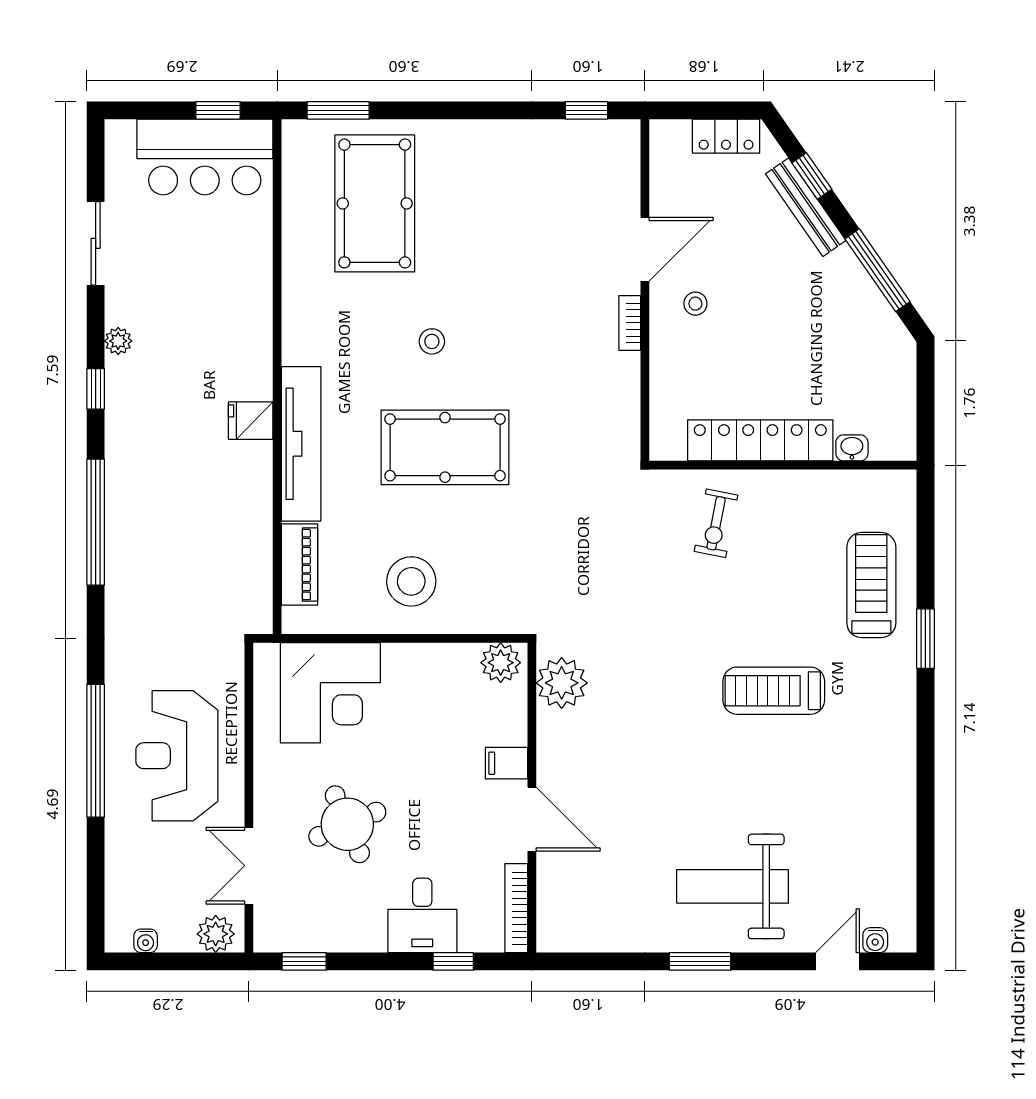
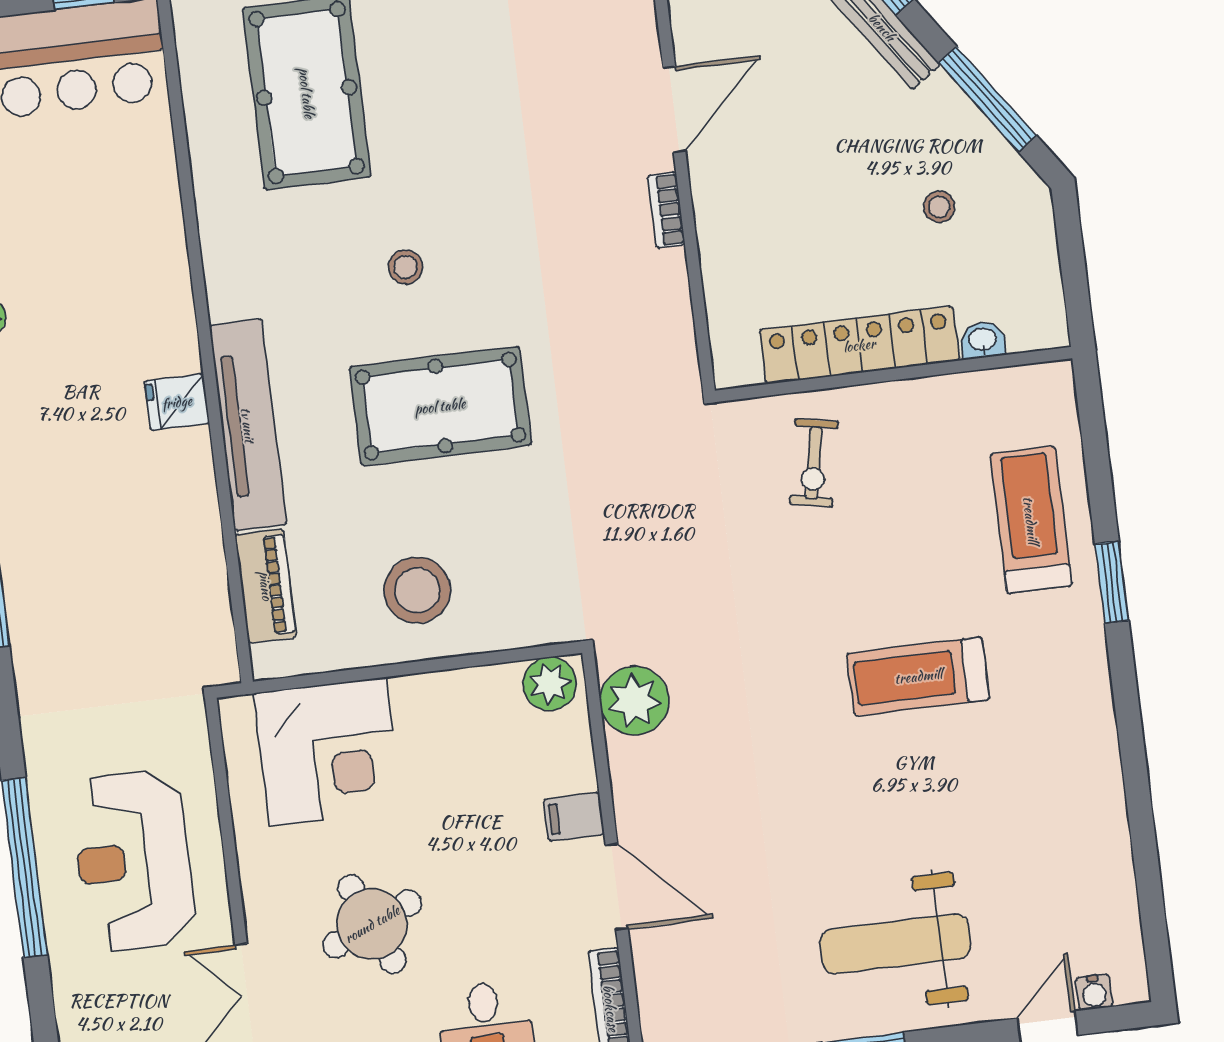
stool: (695, 304) -> (939, 207), moved

